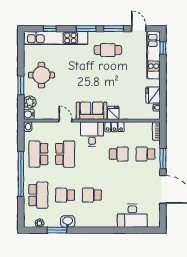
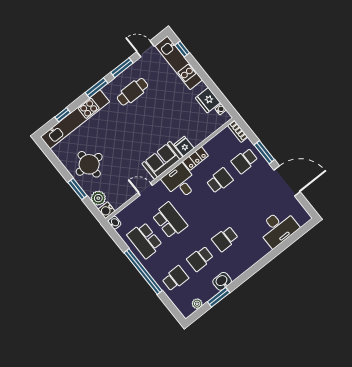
school desk: (38, 195) -> (175, 278), width x0.54

